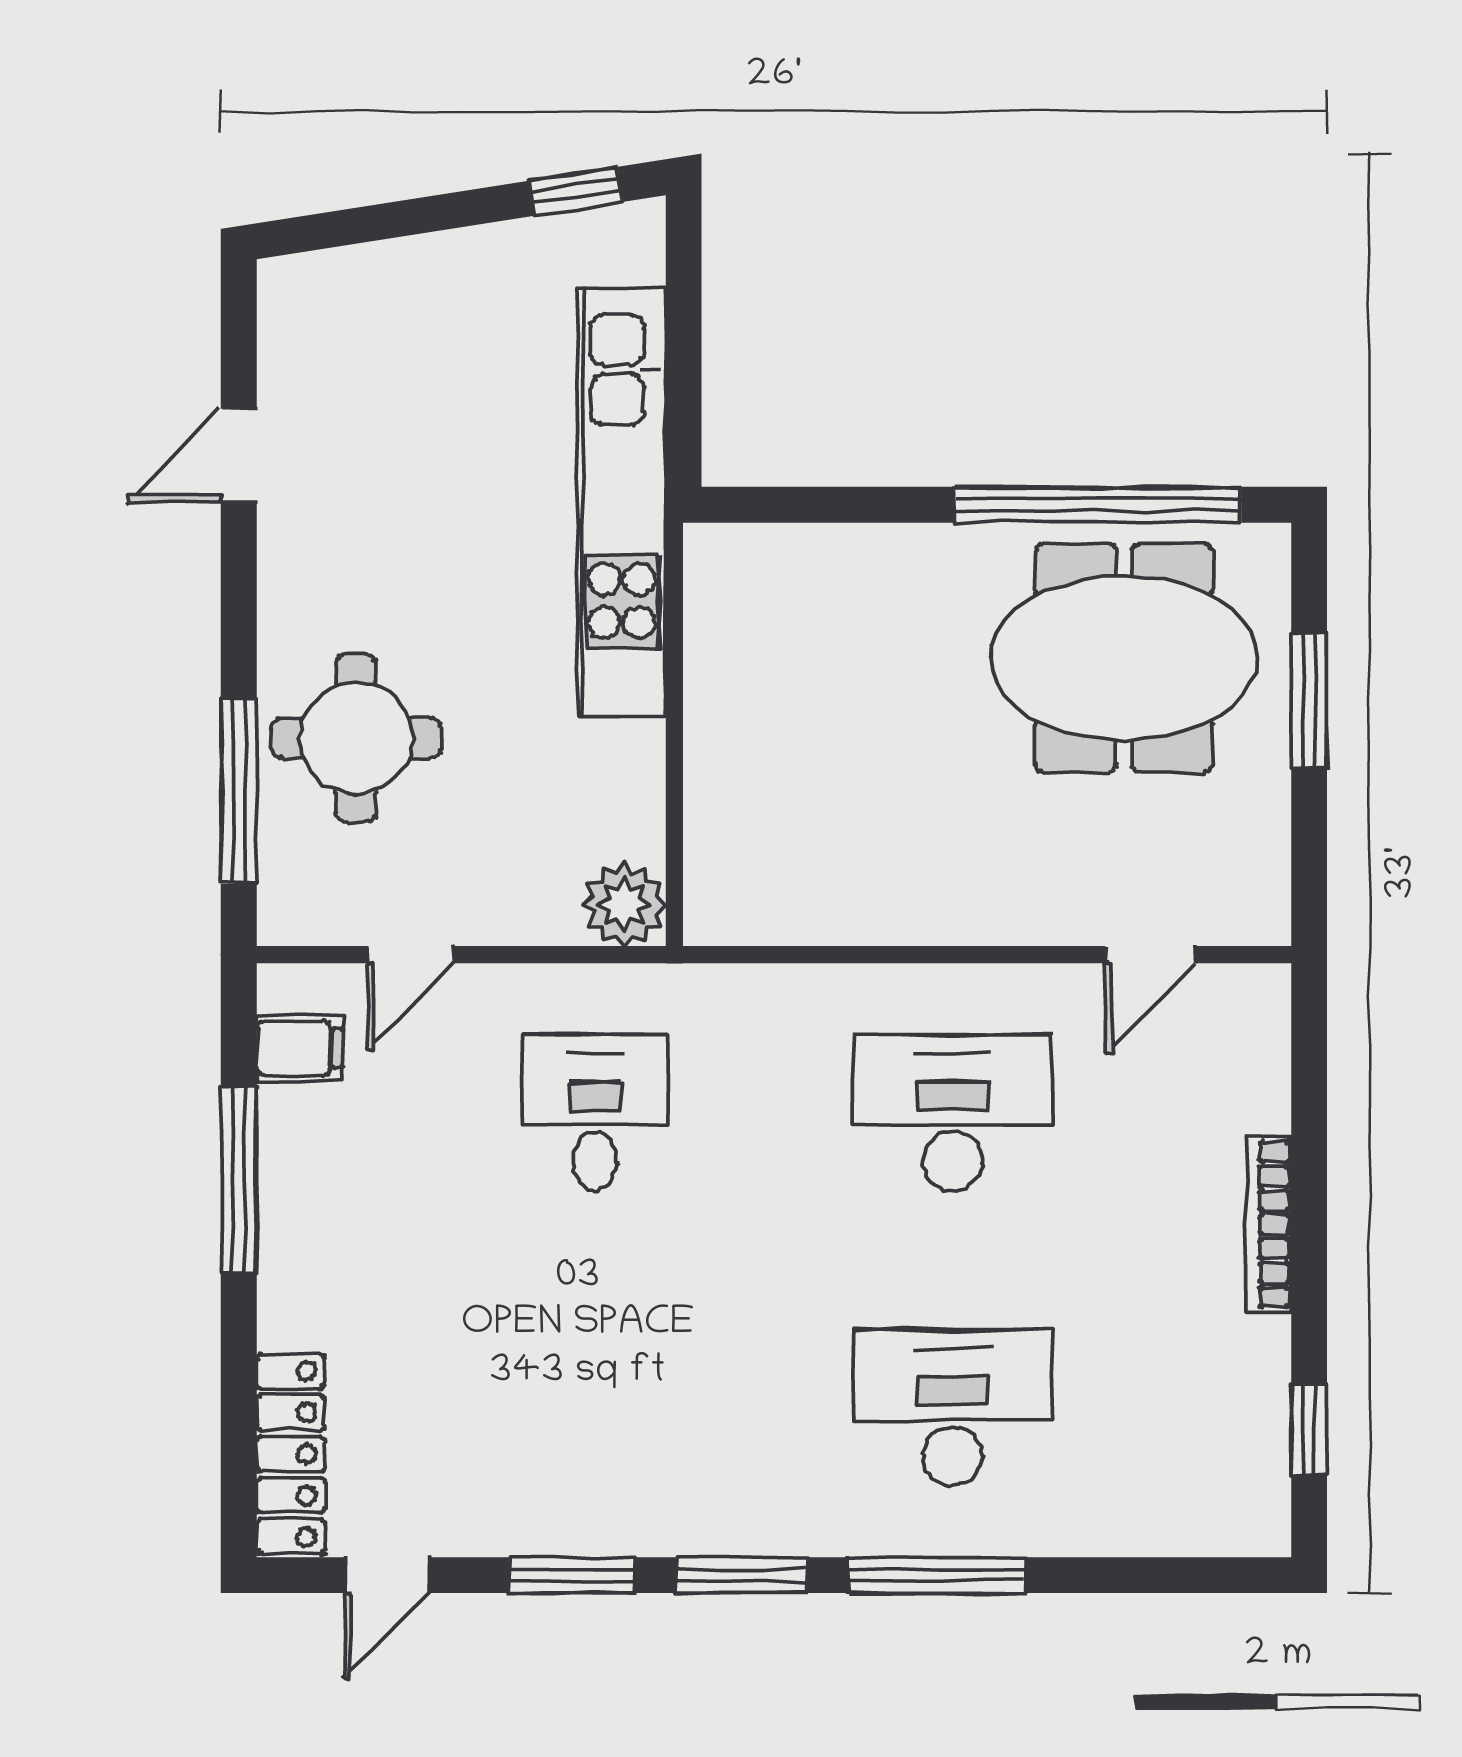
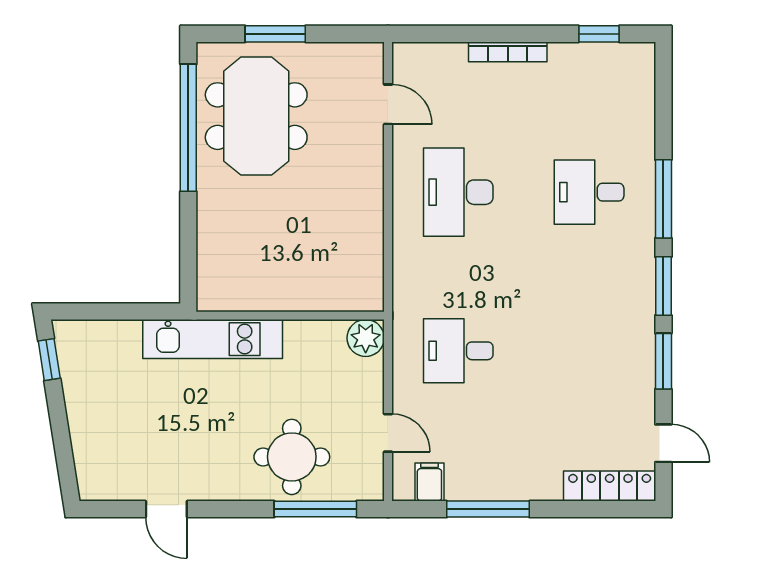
kitchen unit: (622, 502) -> (213, 339), width x0.73
desk: (953, 1408) -> (589, 192), width x0.73

